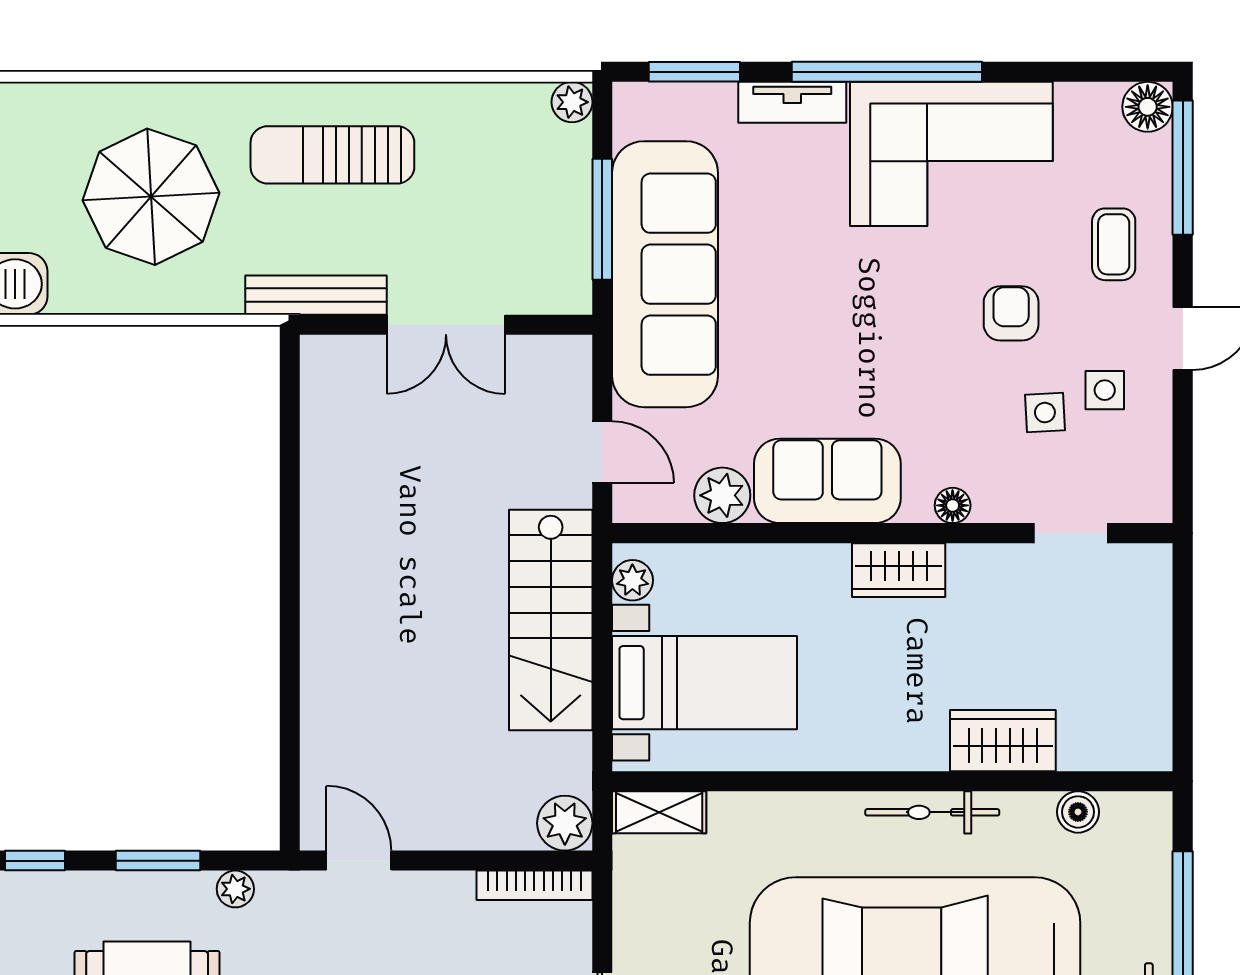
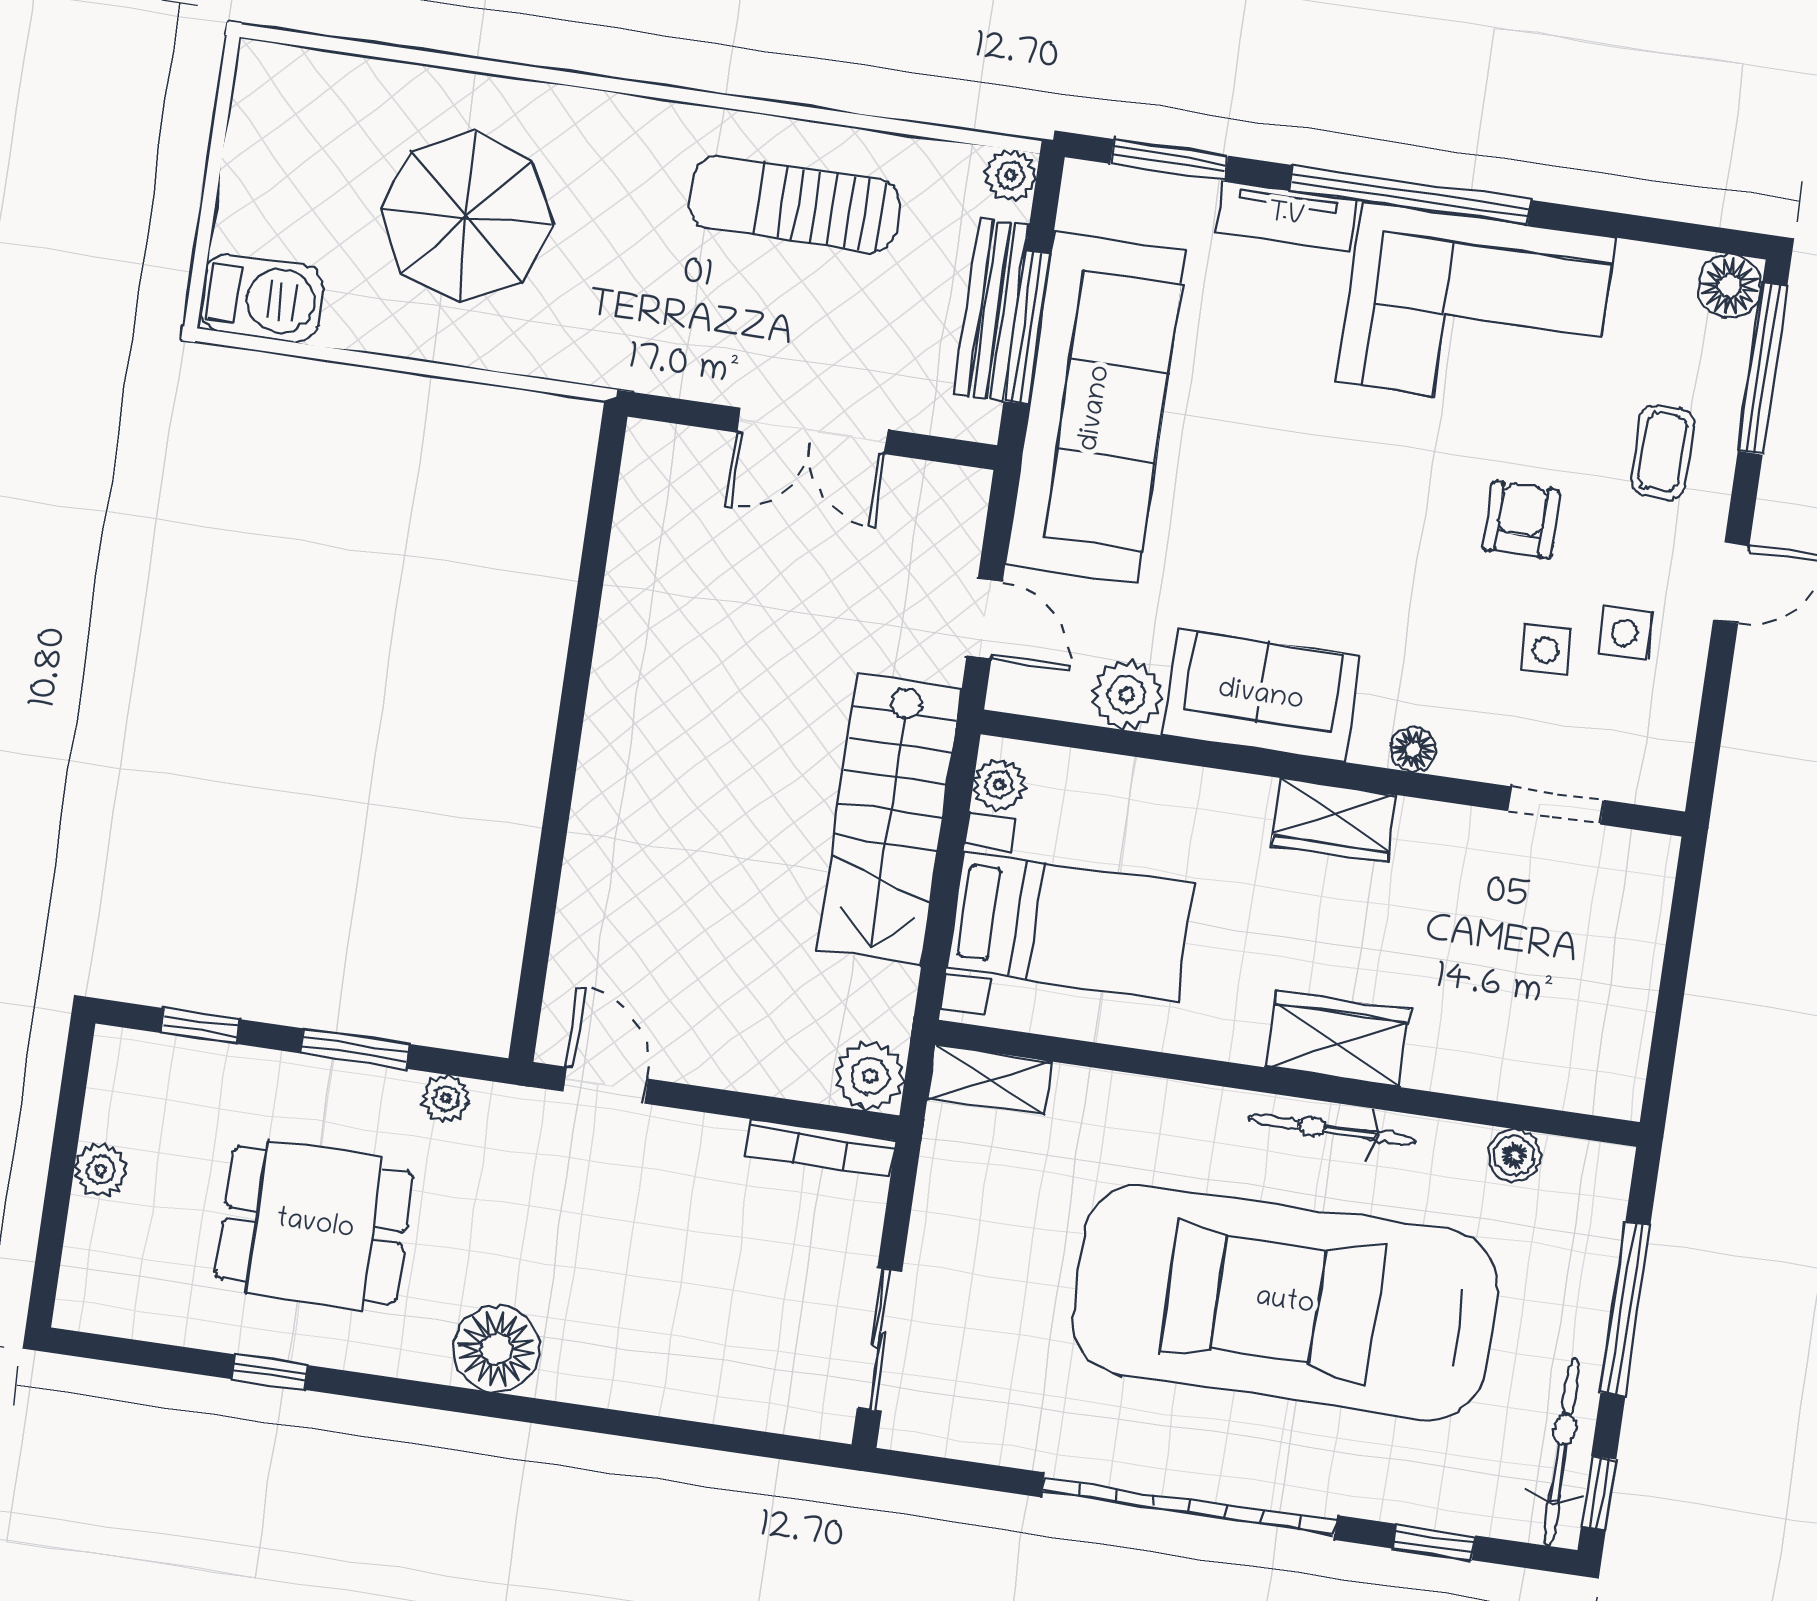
sun lounger: (332, 155) -> (794, 204), moved
bench: (316, 295) -> (992, 310), moved, turned 90
wardrobe: (1003, 741) -> (1338, 1039), moved

